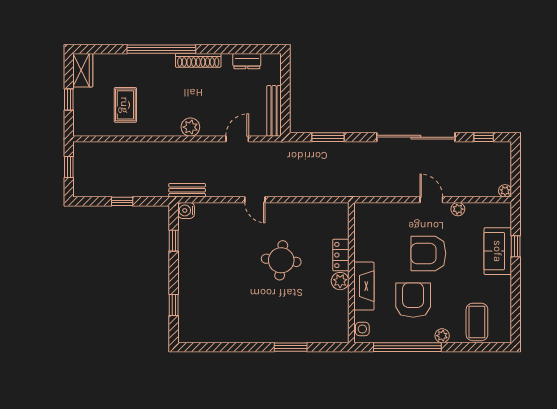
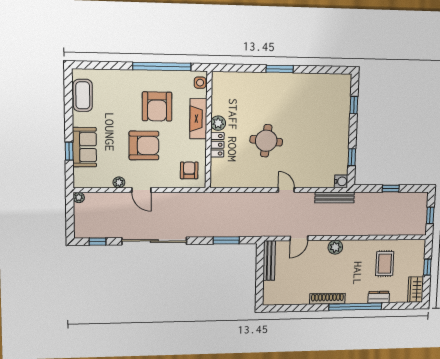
dresser: (247, 61) -> (379, 297), moved
bench: (187, 190) -> (335, 197), width x1.36
armchair: (374, 224) -> (189, 170), added
coffee table: (477, 322) -> (83, 95), moved
plant: (442, 336) -> (132, 76), removed
window: (291, 347) -> (280, 69), moved

